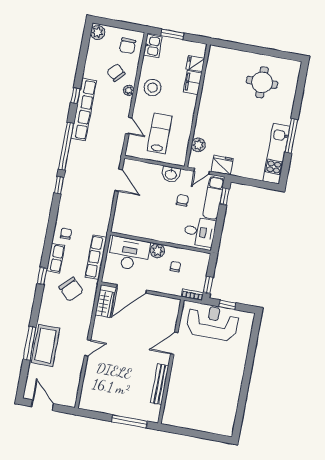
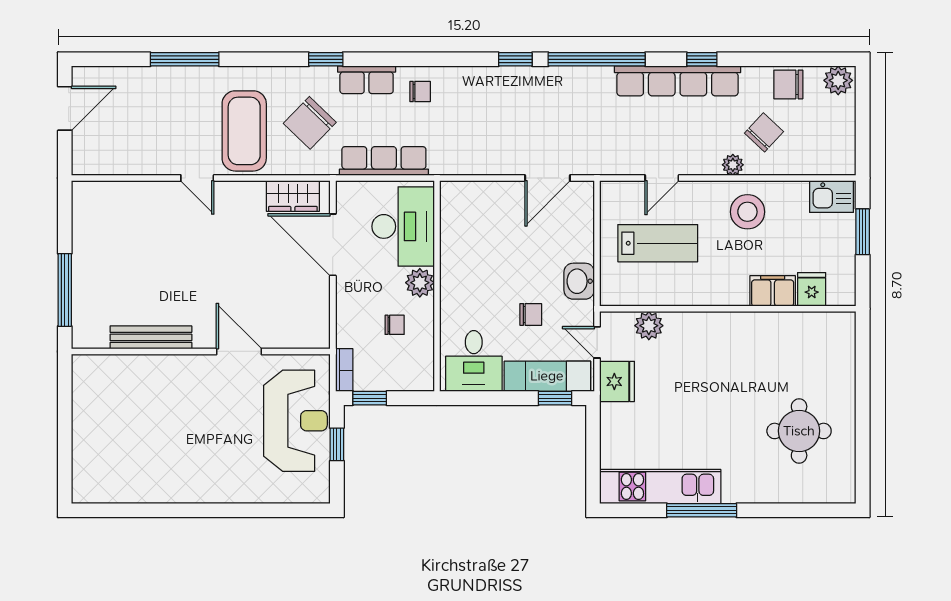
chair: (128, 46) -> (788, 84), moved
coffee table: (46, 345) -> (244, 131), moved, turned 90

